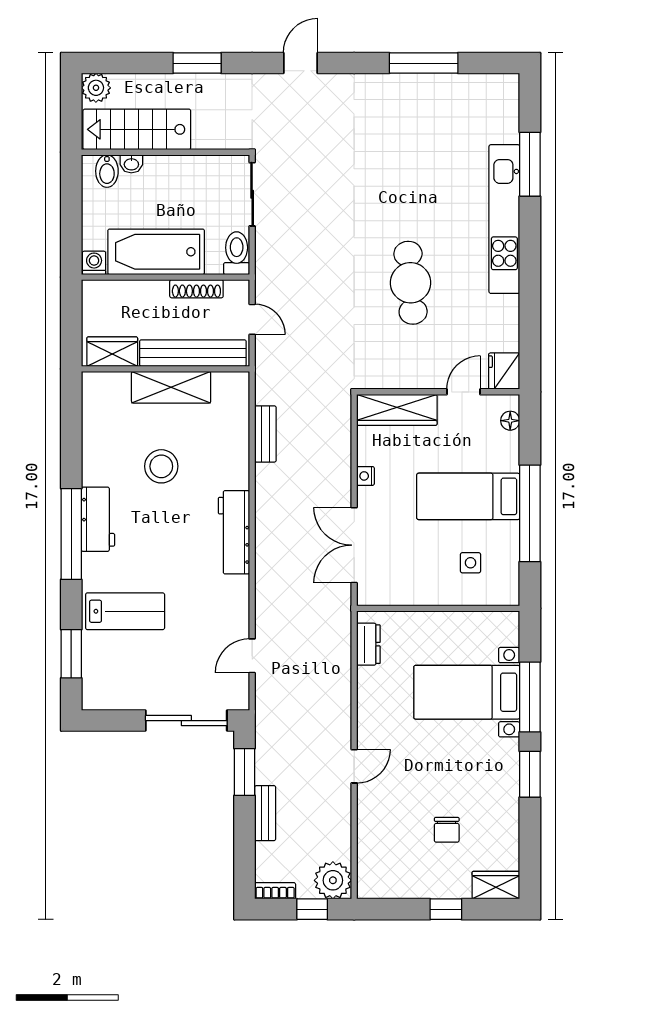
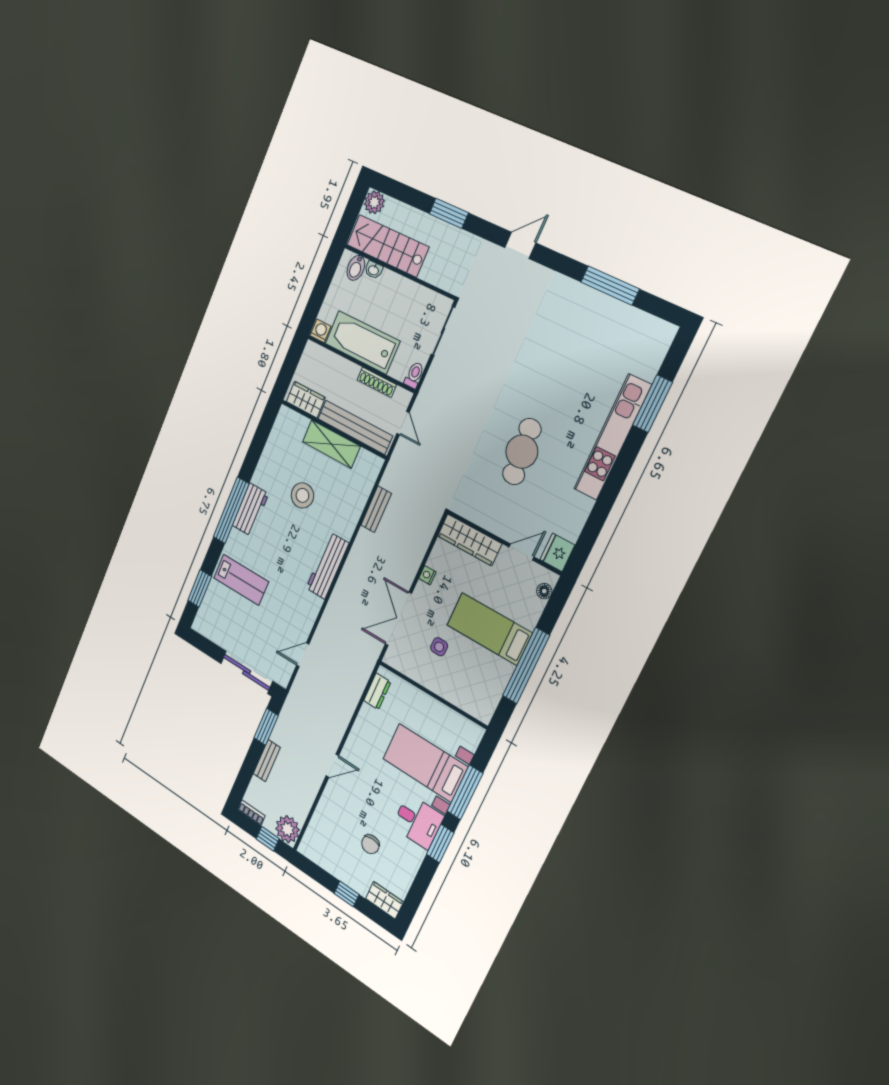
toilet: (237, 253) -> (414, 375), width x0.73, depth x0.72
side table: (471, 563) -> (439, 647), moved
desk: (491, 766) -> (418, 821), added

